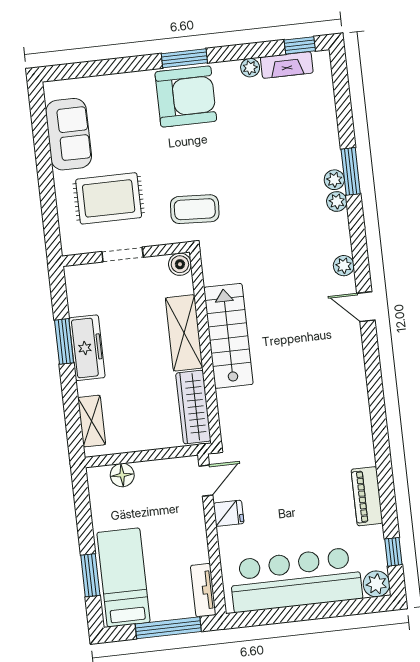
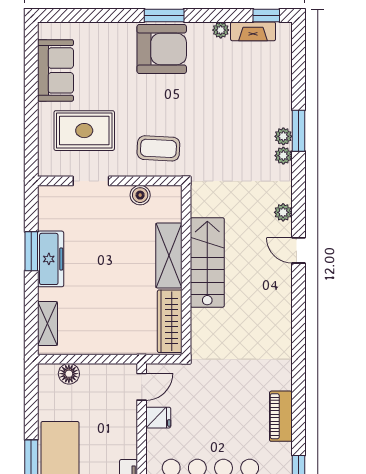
shelving: (184, 333) -> (169, 255), moved
stairs: (228, 336) -> (207, 262), moved
wall: (205, 347) -> (186, 270), moved
wardrobe: (193, 407) -> (170, 321), moved

